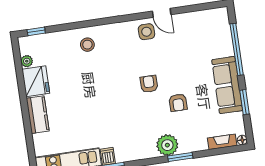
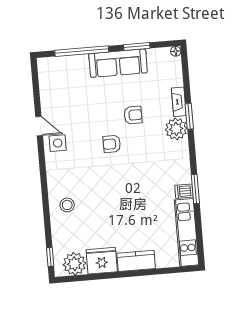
door: (162, 13) -> (39, 126), hinge flipped
plant: (27, 61) -> (74, 264), width x1.88, depth x1.88
fireplace: (222, 142) -> (179, 102), moved

